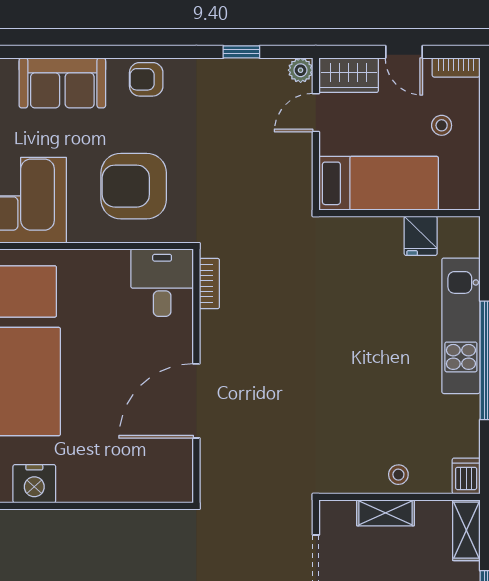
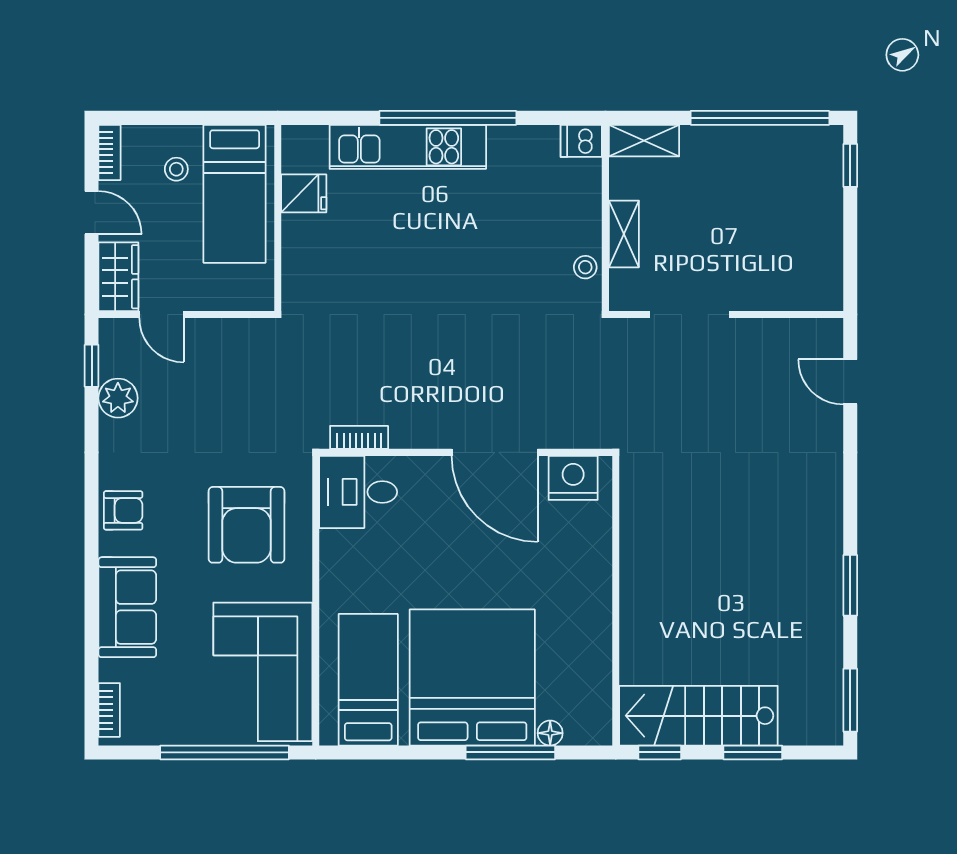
window: (241, 52) -> (92, 366), moved
door: (404, 52) -> (92, 213), hinge flipped
plant: (301, 70) -> (118, 398), moved, width x1.38, depth x1.38
armchair: (146, 79) -> (123, 510), turned -90
bed: (379, 183) -> (235, 194), moved, turned 180
stool: (398, 475) -> (585, 267), moved
nightstand: (34, 484) -> (573, 478), moved, turned -90

